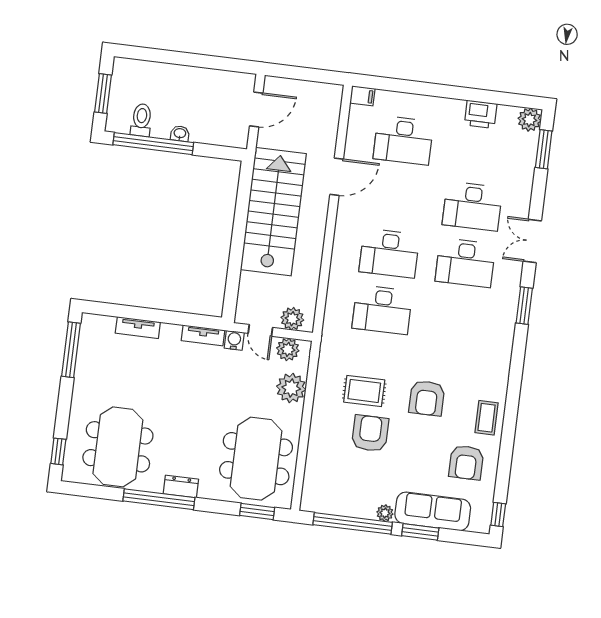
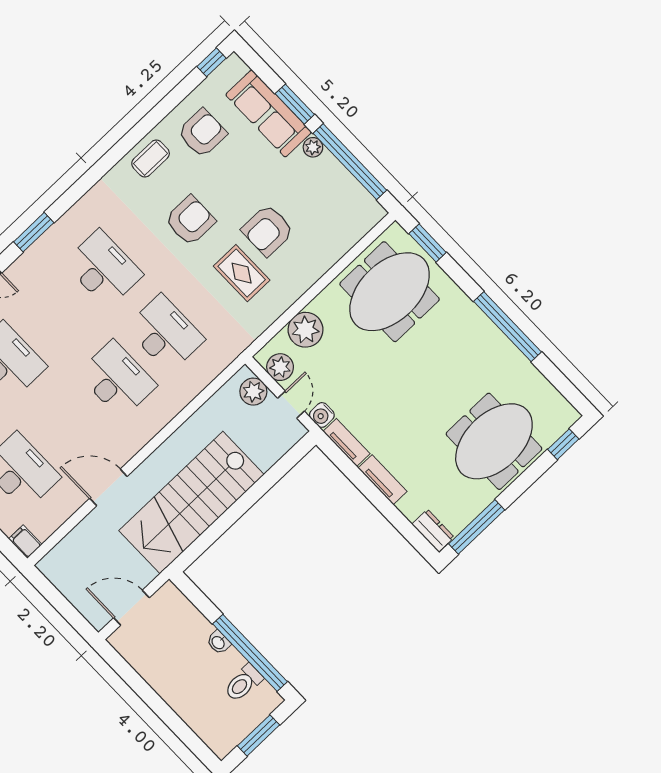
desk: (465, 263) -> (103, 269), moved
tv unit: (138, 328) -> (383, 480), moved
meeting table: (118, 447) -> (494, 441), moved
dresser: (181, 486) -> (433, 531), moved, turned 180

